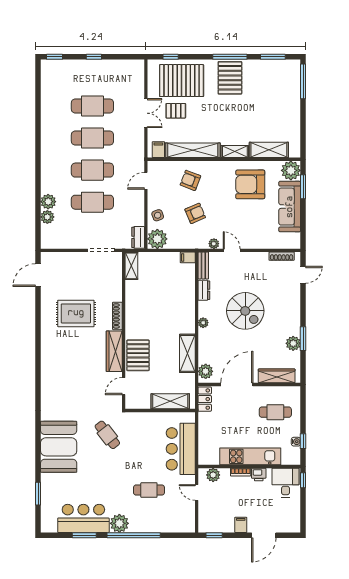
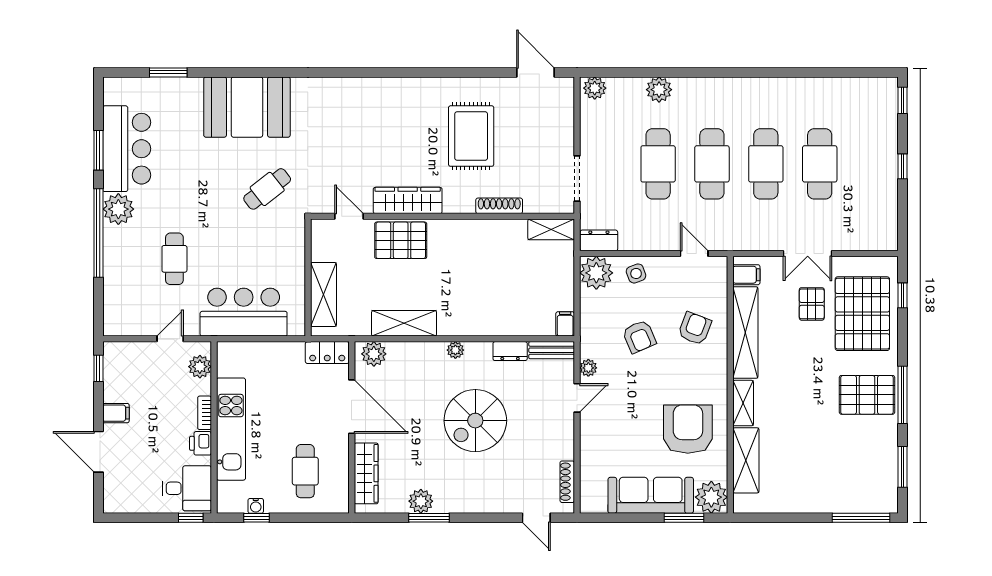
plant: (47, 217) -> (595, 88), moved
shoe rack: (117, 316) -> (499, 206), moved

